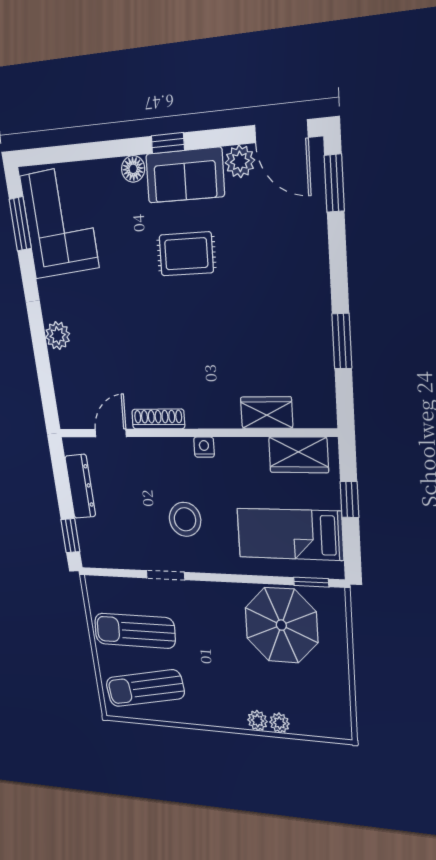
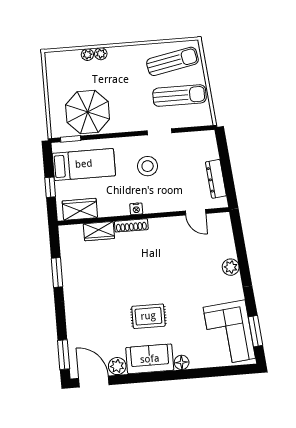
window: (168, 143) -> (160, 376), removed
shoe rack: (158, 419) -> (131, 225), moved
door: (111, 433) -> (196, 212), hinge flipped
window: (70, 536) -> (223, 148), removed

